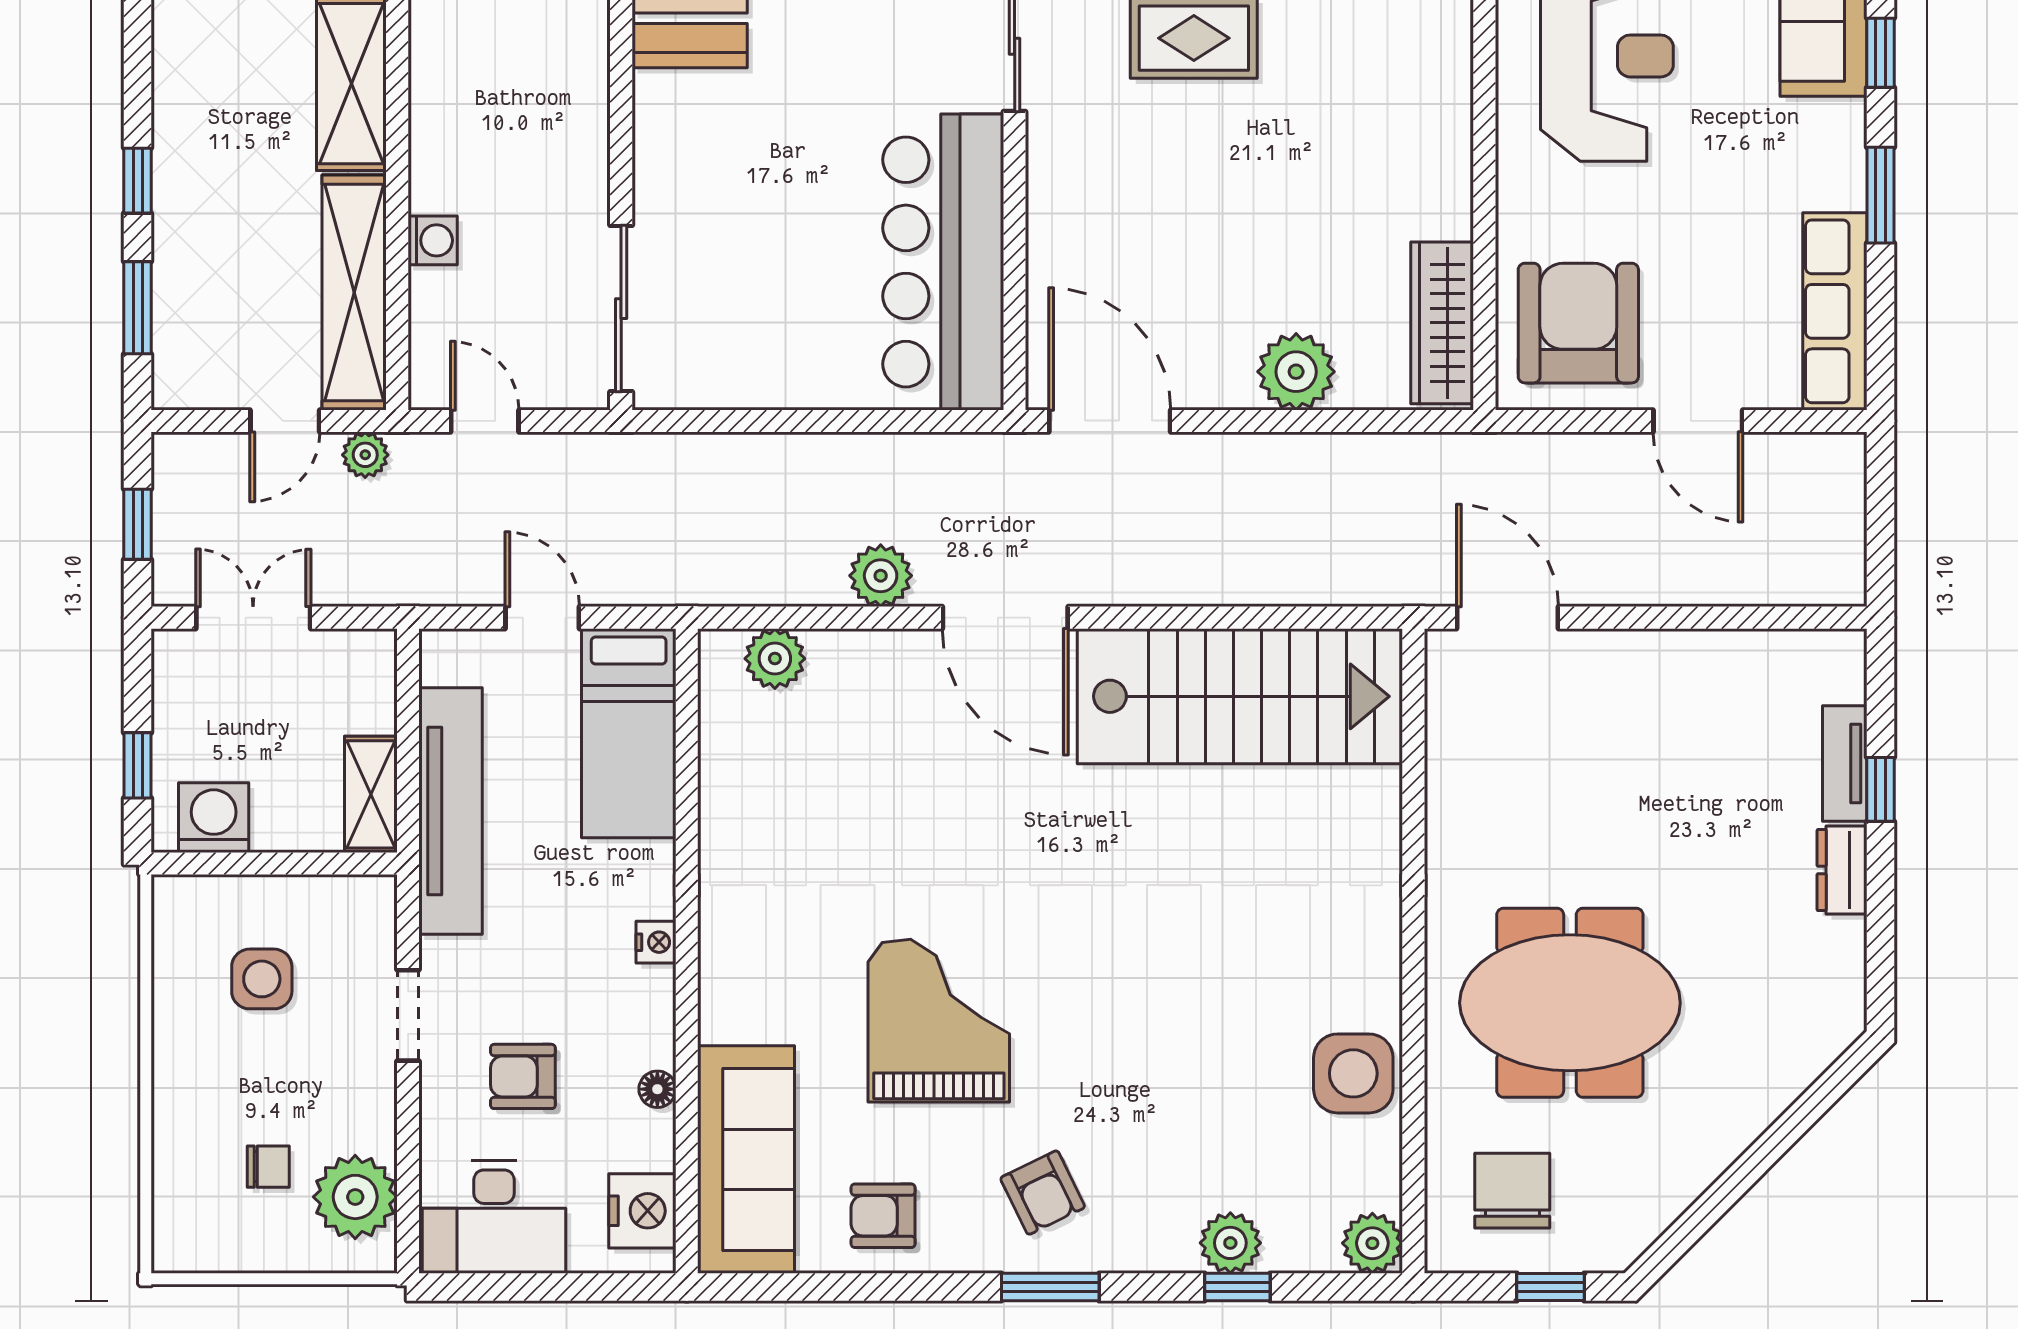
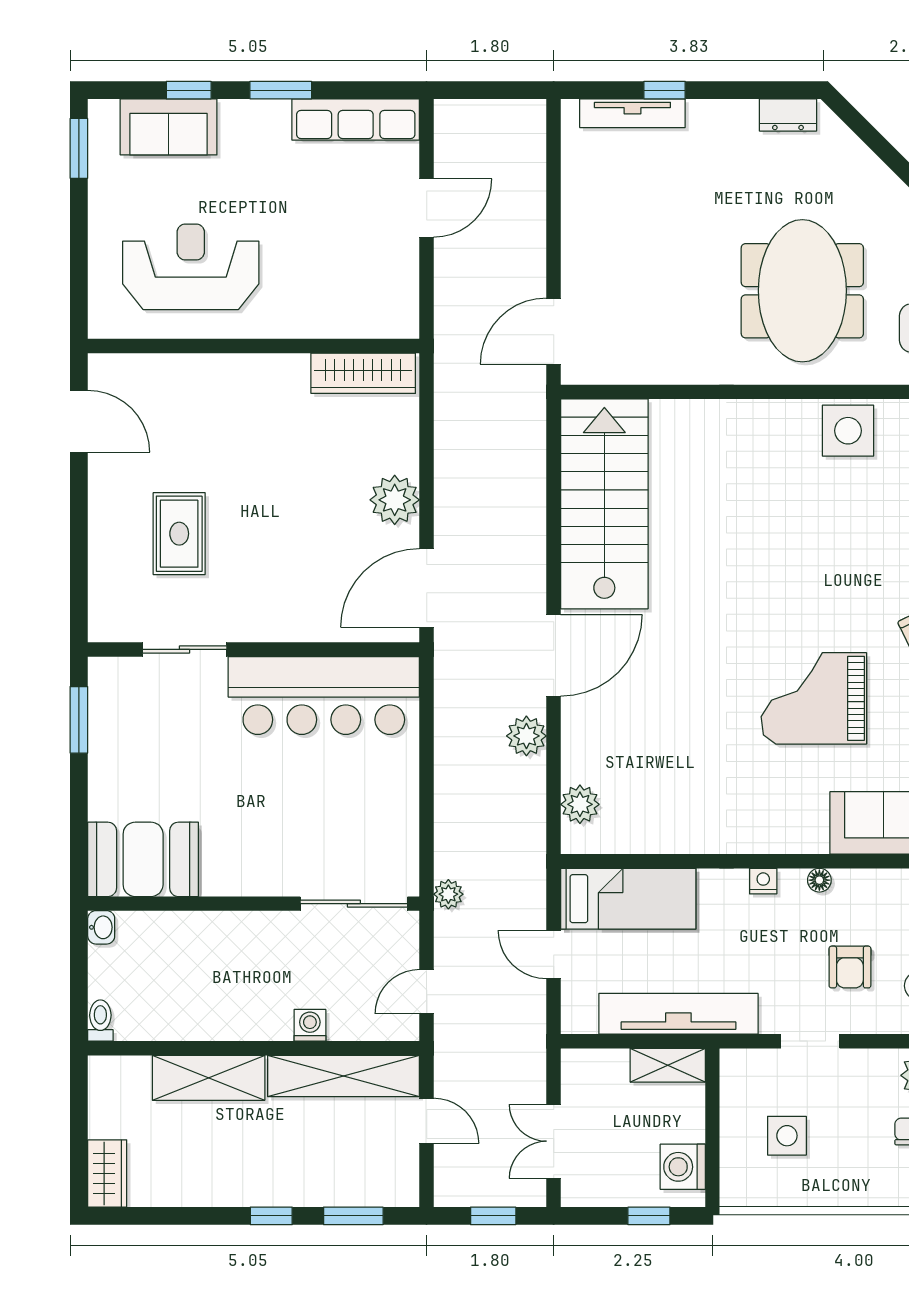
armchair: (1578, 323) -> (363, 285), removed
plant: (1296, 372) -> (395, 500), moved
plant: (365, 455) -> (448, 894), moved
door: (542, 618) -> (554, 955), hinge flipped
tv unit: (1845, 763) -> (632, 113), width x1.41
dresser: (1842, 870) -> (788, 115), moved
floor lamp: (657, 1089) -> (819, 880), moved

